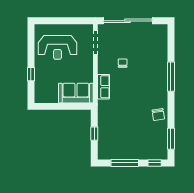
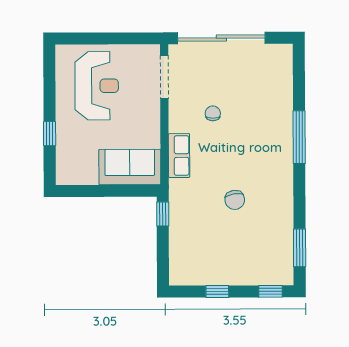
reception desk: (57, 47) -> (97, 86), turned -90
chair: (158, 115) -> (235, 200), moved
window: (94, 134) -> (163, 214), moved
window: (125, 163) -> (217, 291), width x0.46

